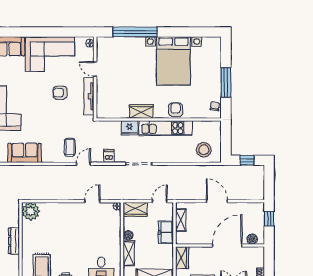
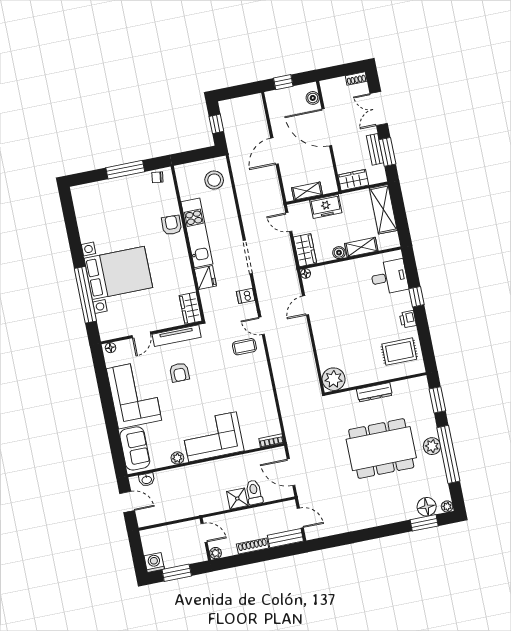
bed with nightstands: (173, 61) -> (118, 273), moved
armchair: (176, 110) -> (172, 225), turned 92
wardrobe: (141, 111) -> (191, 308), moved
sofa: (25, 153) -> (263, 401), removed
door: (92, 201) -> (306, 305), hinge flipped

